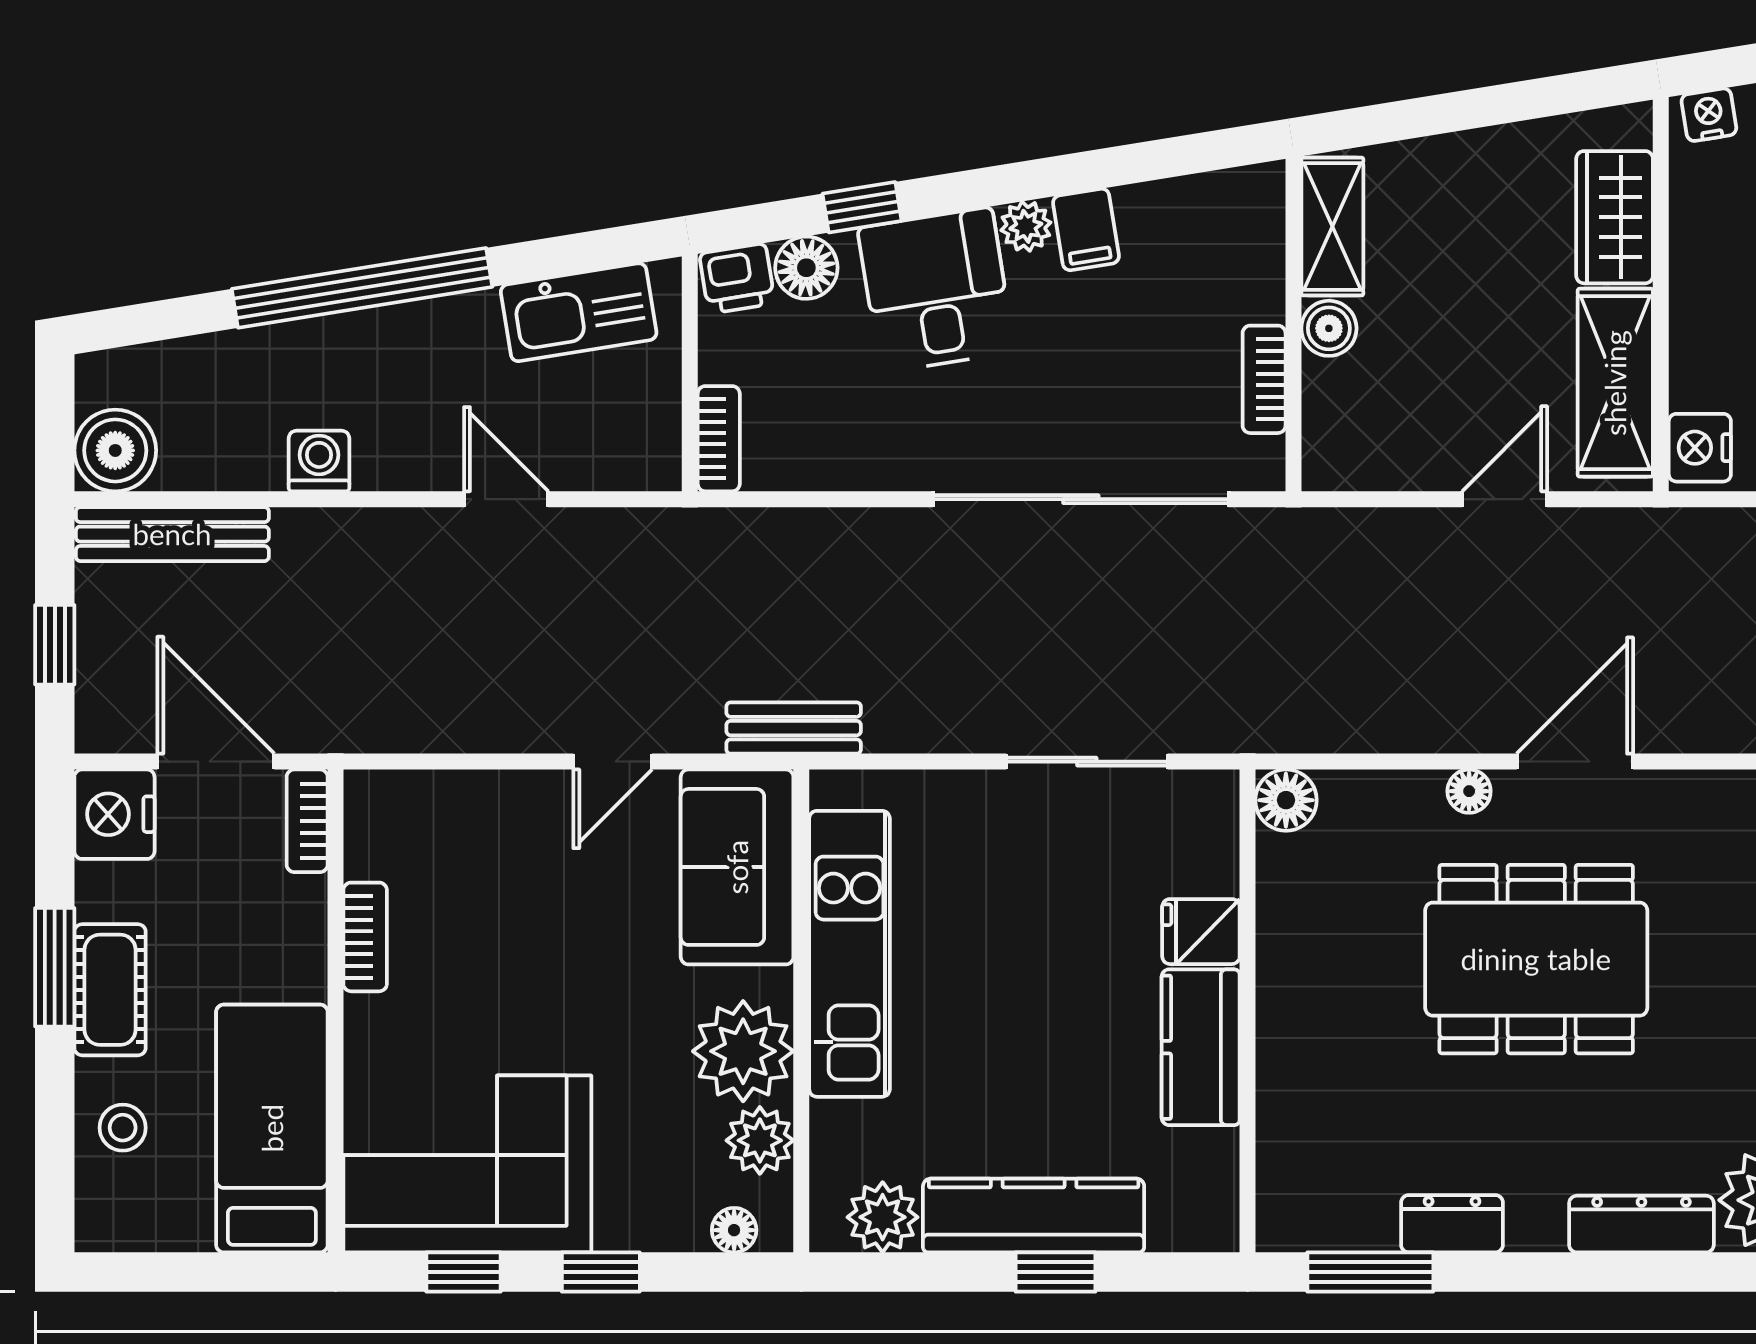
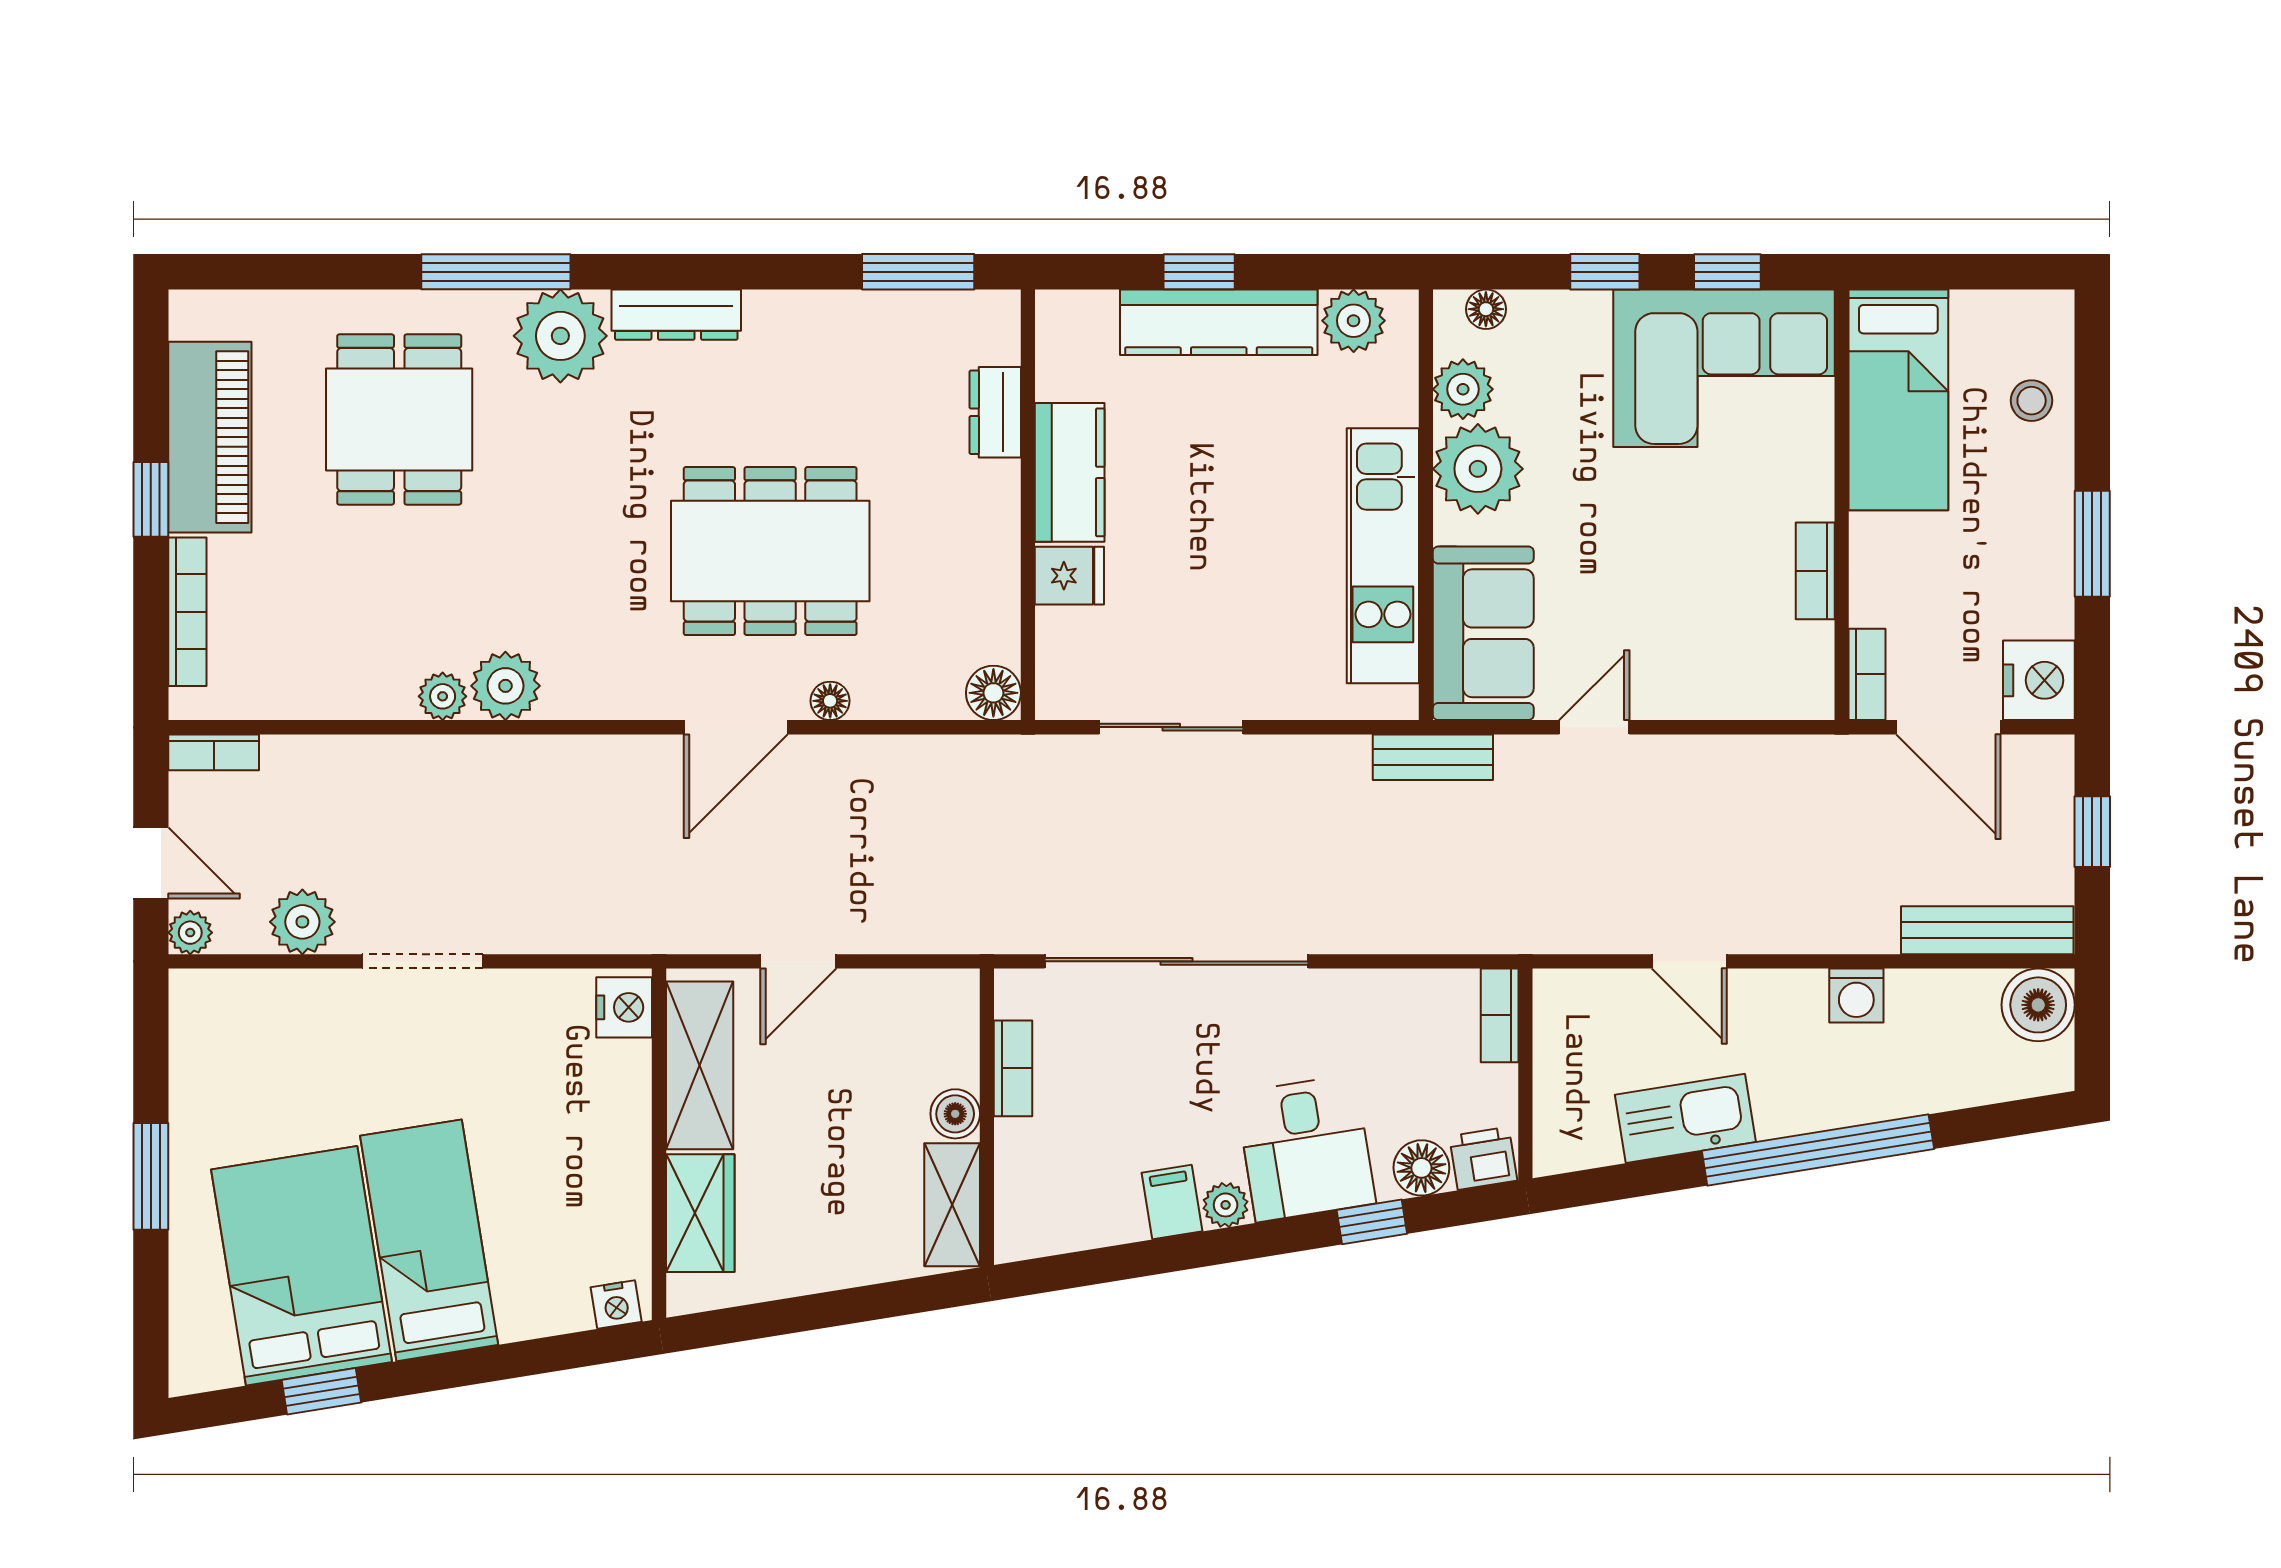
kitchen sink: (579, 312) -> (1685, 1118), moved
cot: (110, 990) -> (2043, 524), removed
dresser: (1452, 1224) -> (995, 412), moved, turned 90

